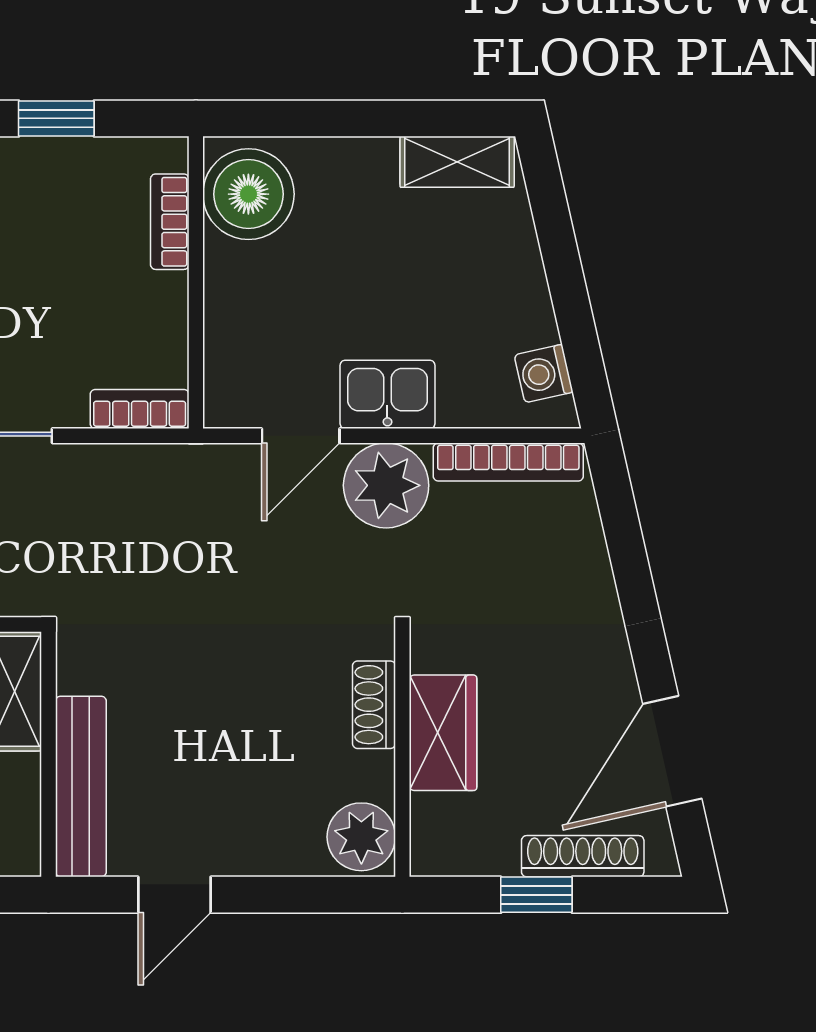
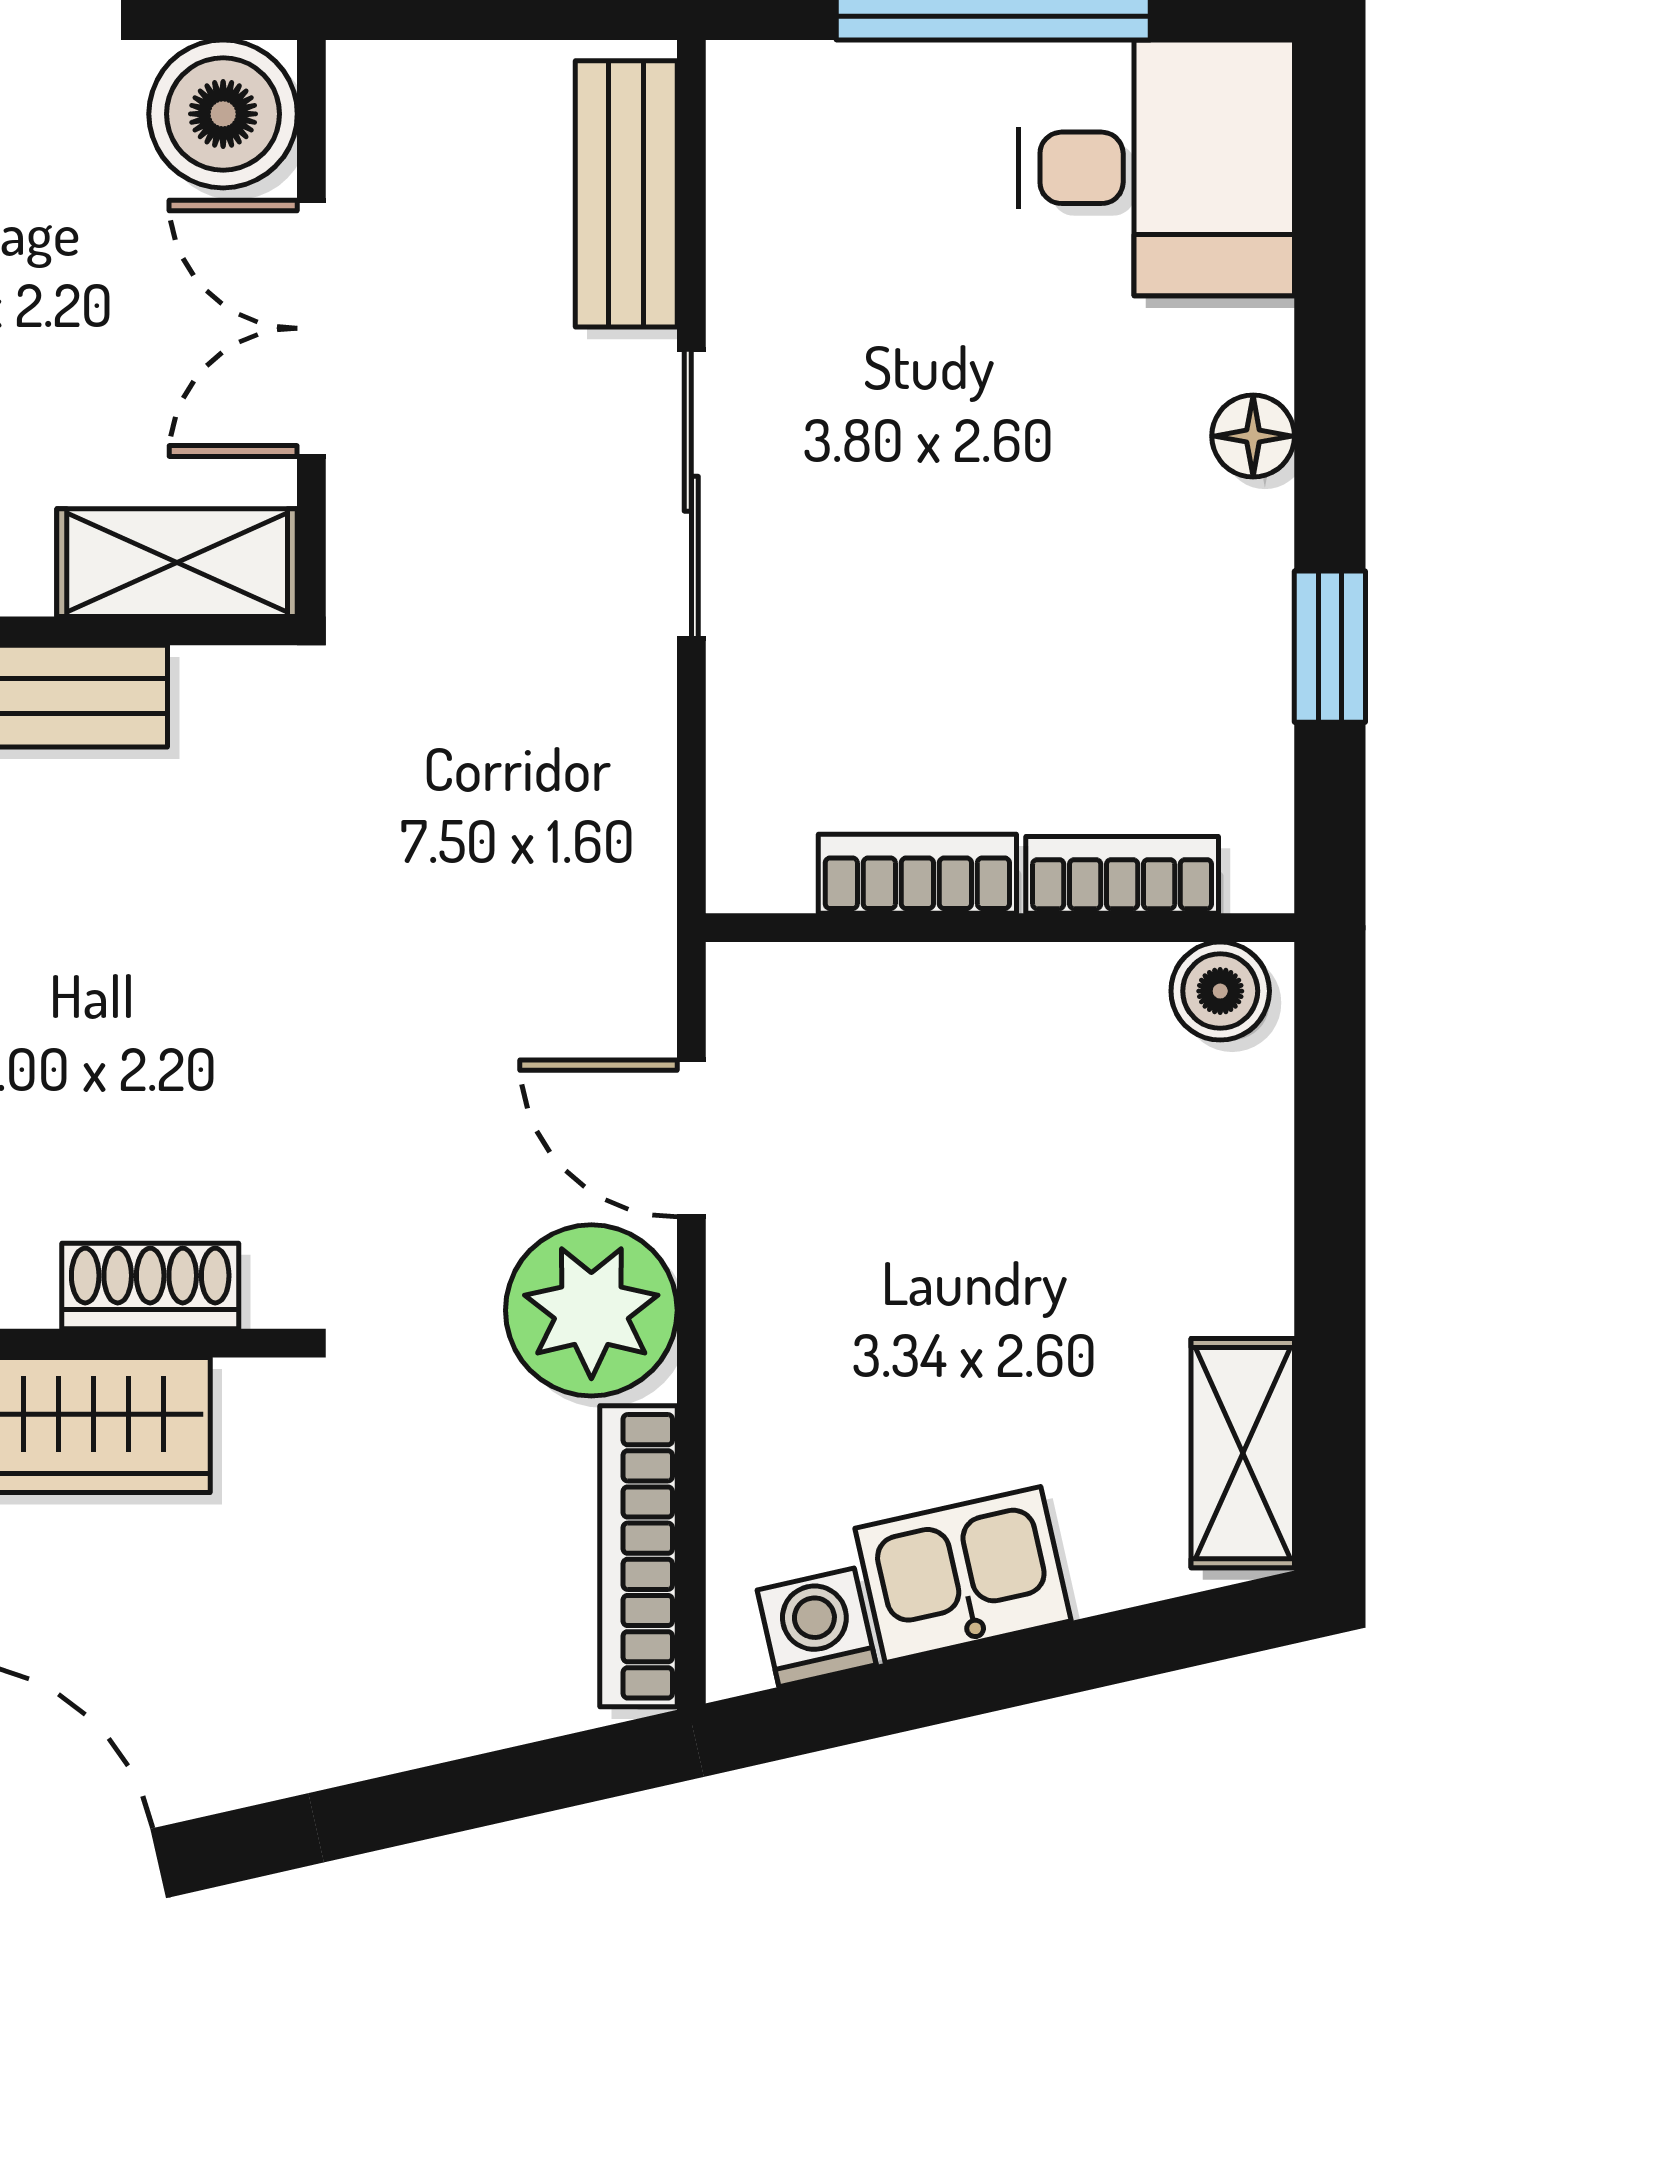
boiler: (248, 194) -> (1220, 991), width x0.54, depth x0.54
kitchen sink: (387, 394) -> (963, 1575), moved, turned -103
bookcase: (140, 409) -> (917, 874), moved, turned -90

